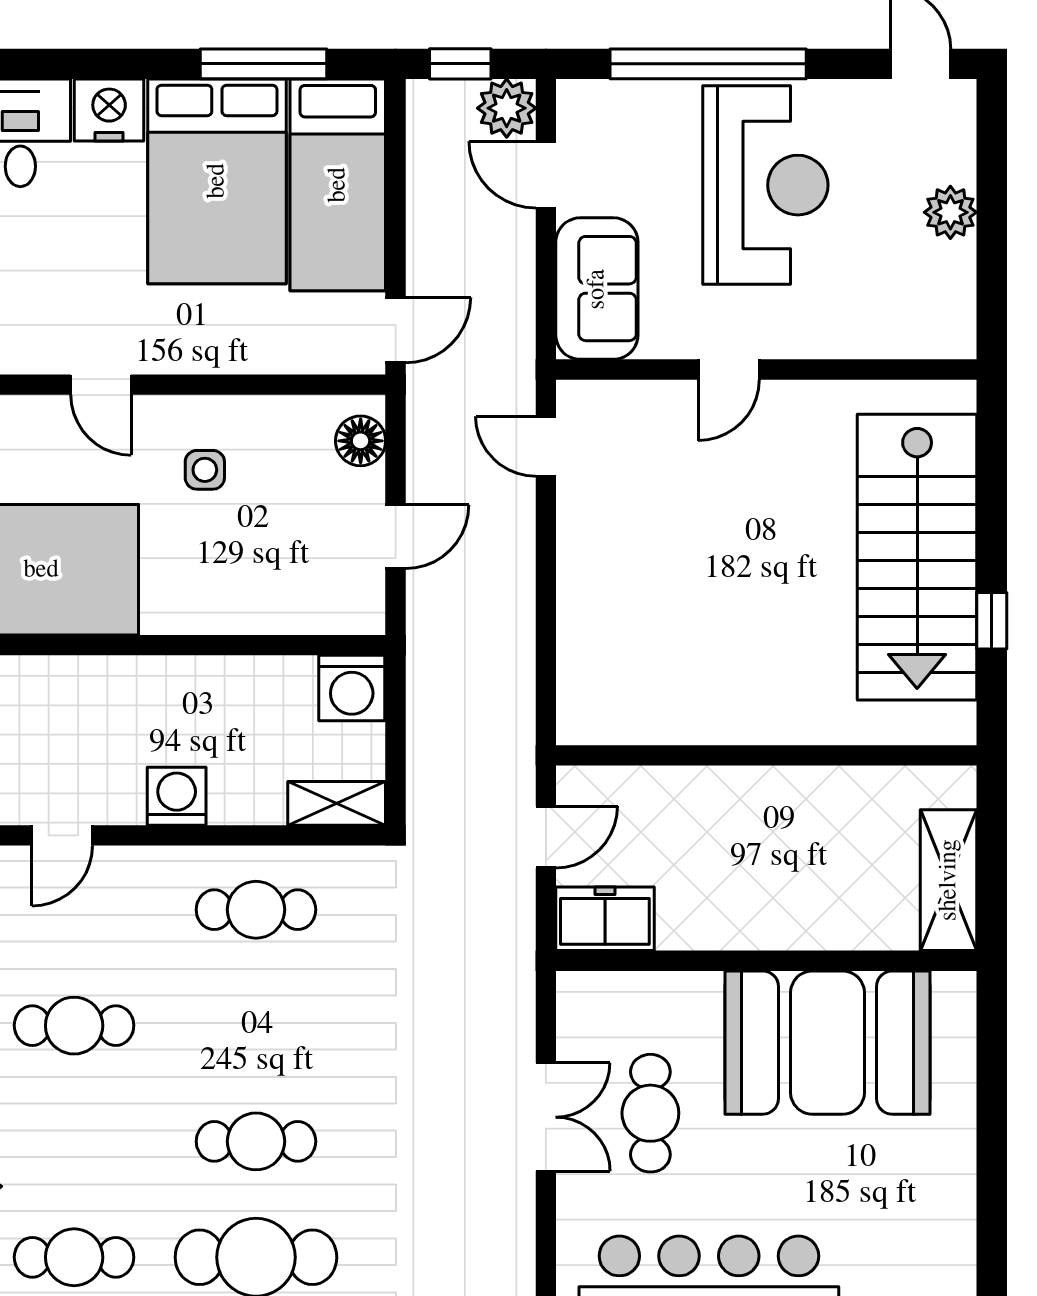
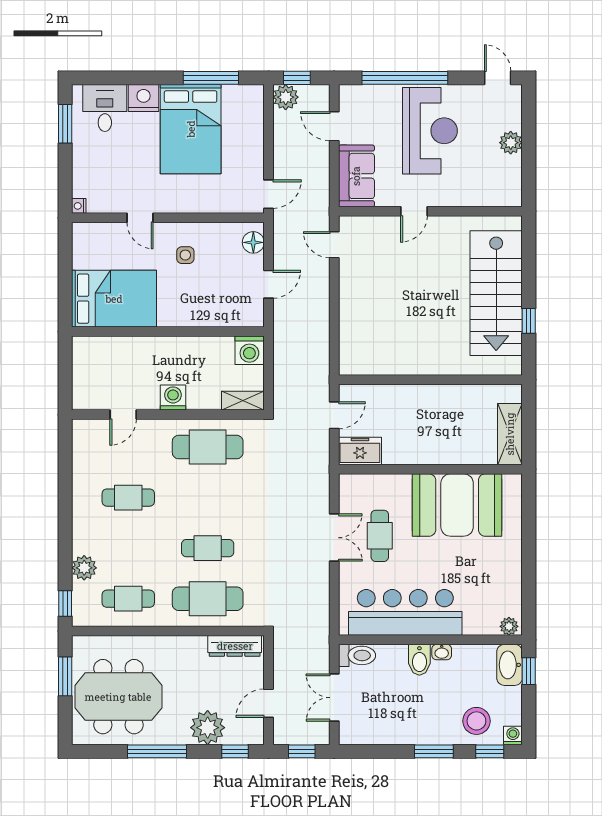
plant: (507, 108) -> (286, 97), moved
bed: (338, 185) -> (243, 131), removed
cafe table: (256, 910) -> (208, 447), width x1.37, depth x1.35

